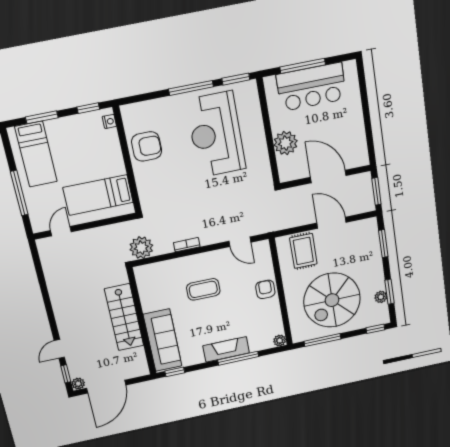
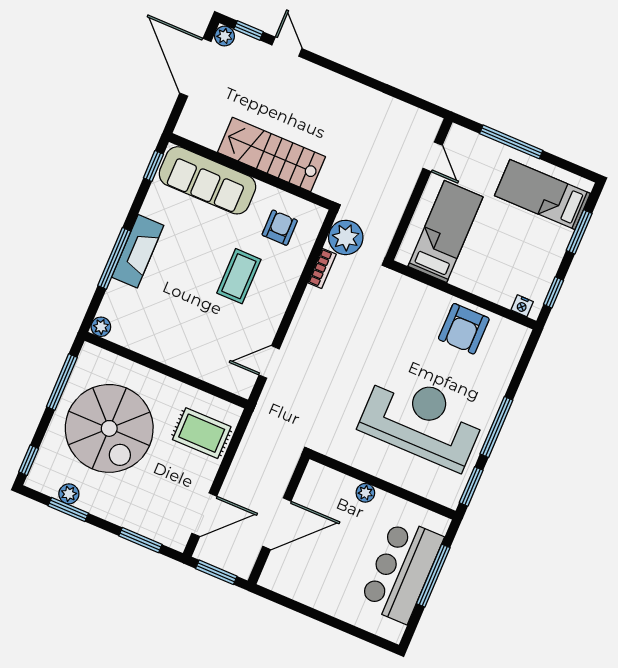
plant: (286, 143) -> (365, 493), width x0.53, depth x0.53
door: (332, 223) -> (204, 515), moved
bookcase: (187, 245) -> (322, 268), moved
armchair: (265, 289) -> (280, 228), moved, turned -90
spiral stairs: (332, 300) -> (109, 428), turned 180

